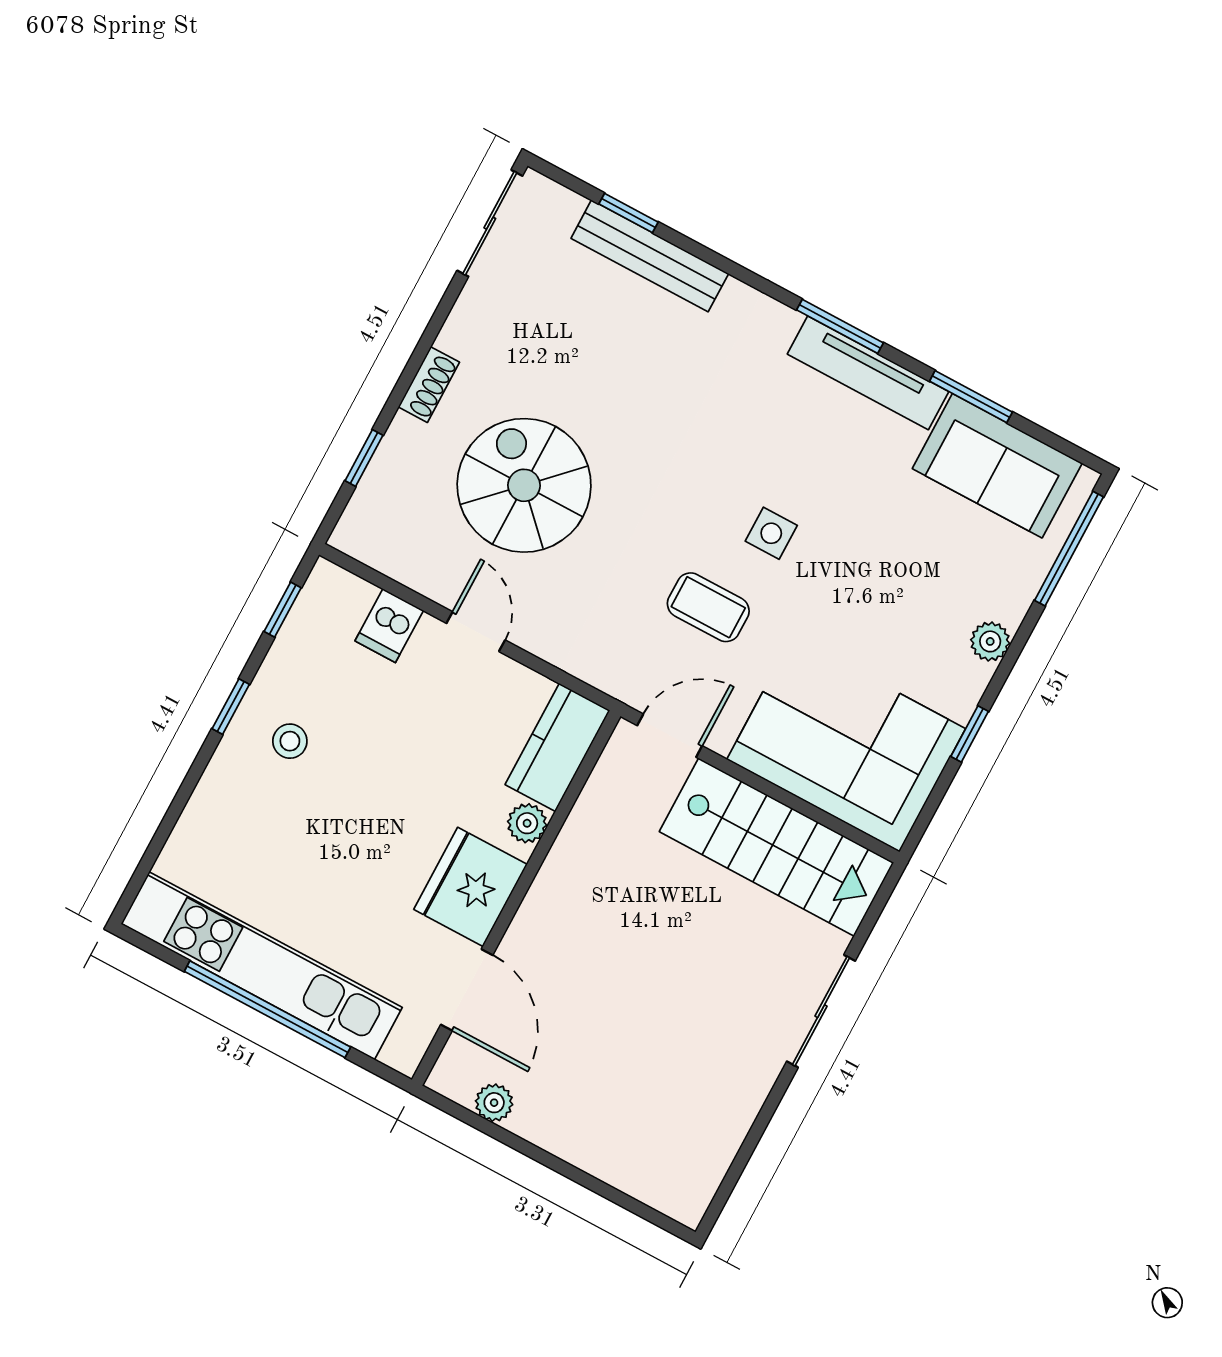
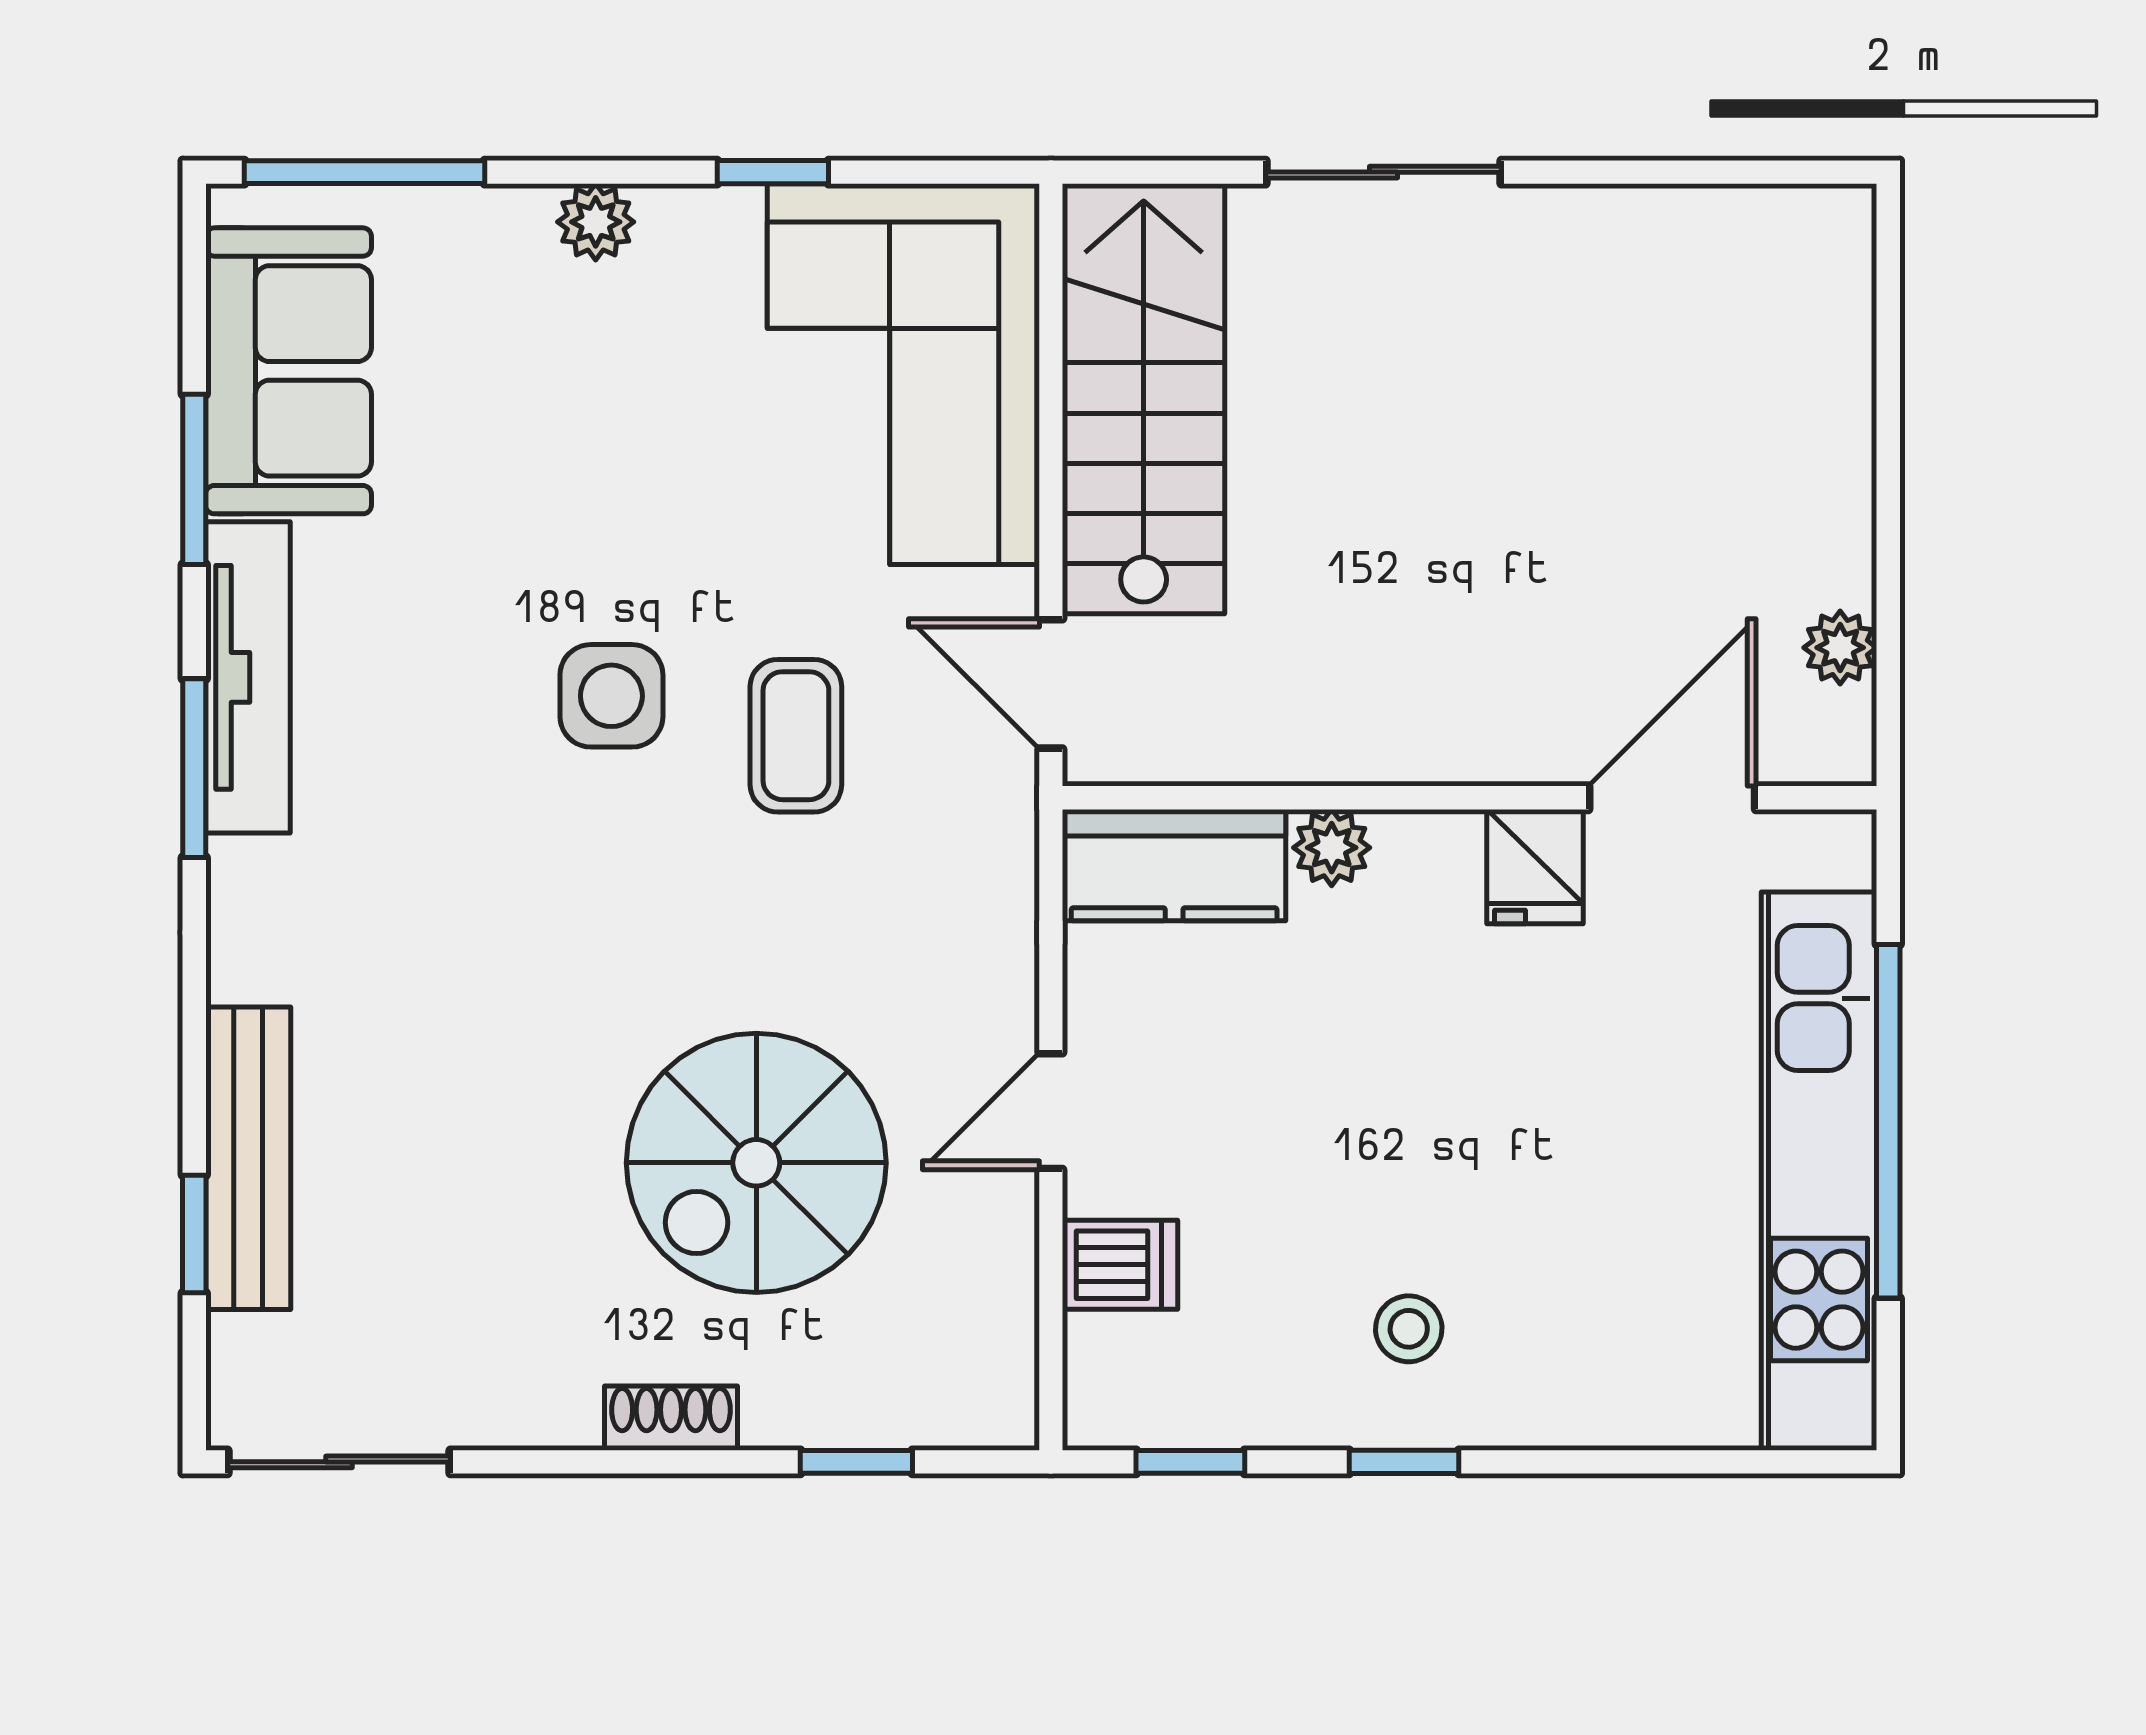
side table: (771, 533) -> (611, 696), width x1.37, depth x1.37
fridge: (470, 887) -> (1535, 867), width x0.53, depth x0.75

